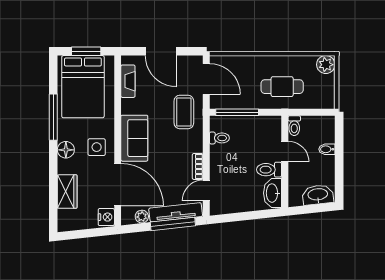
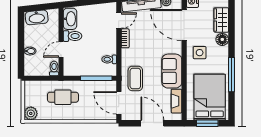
sofa: (134, 138) -> (172, 71), moved
floor lamp: (66, 150) -> (222, 39), moved
door: (285, 151) -> (61, 49), hinge flipped

